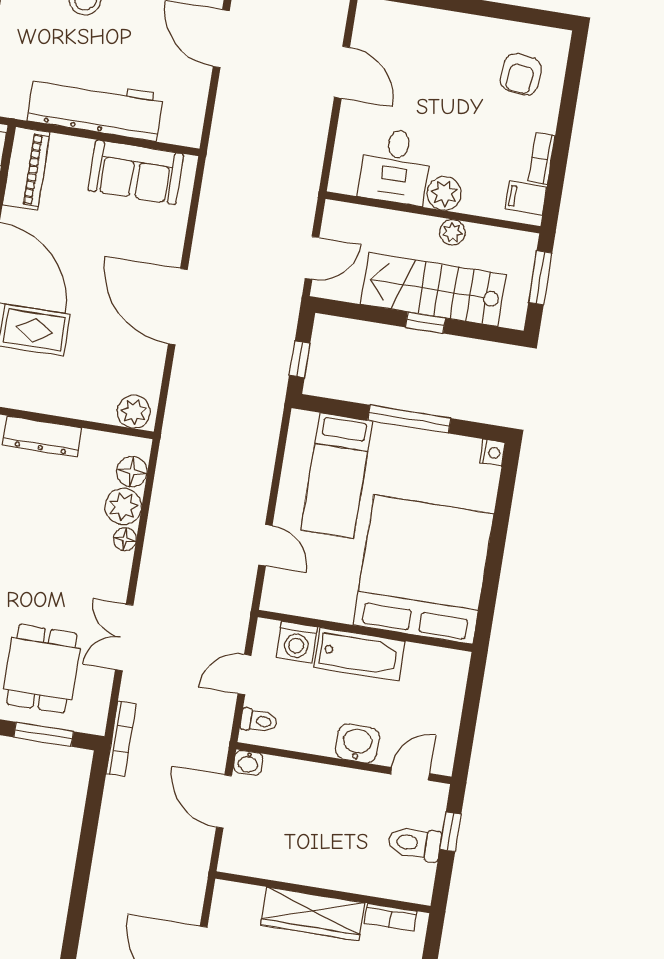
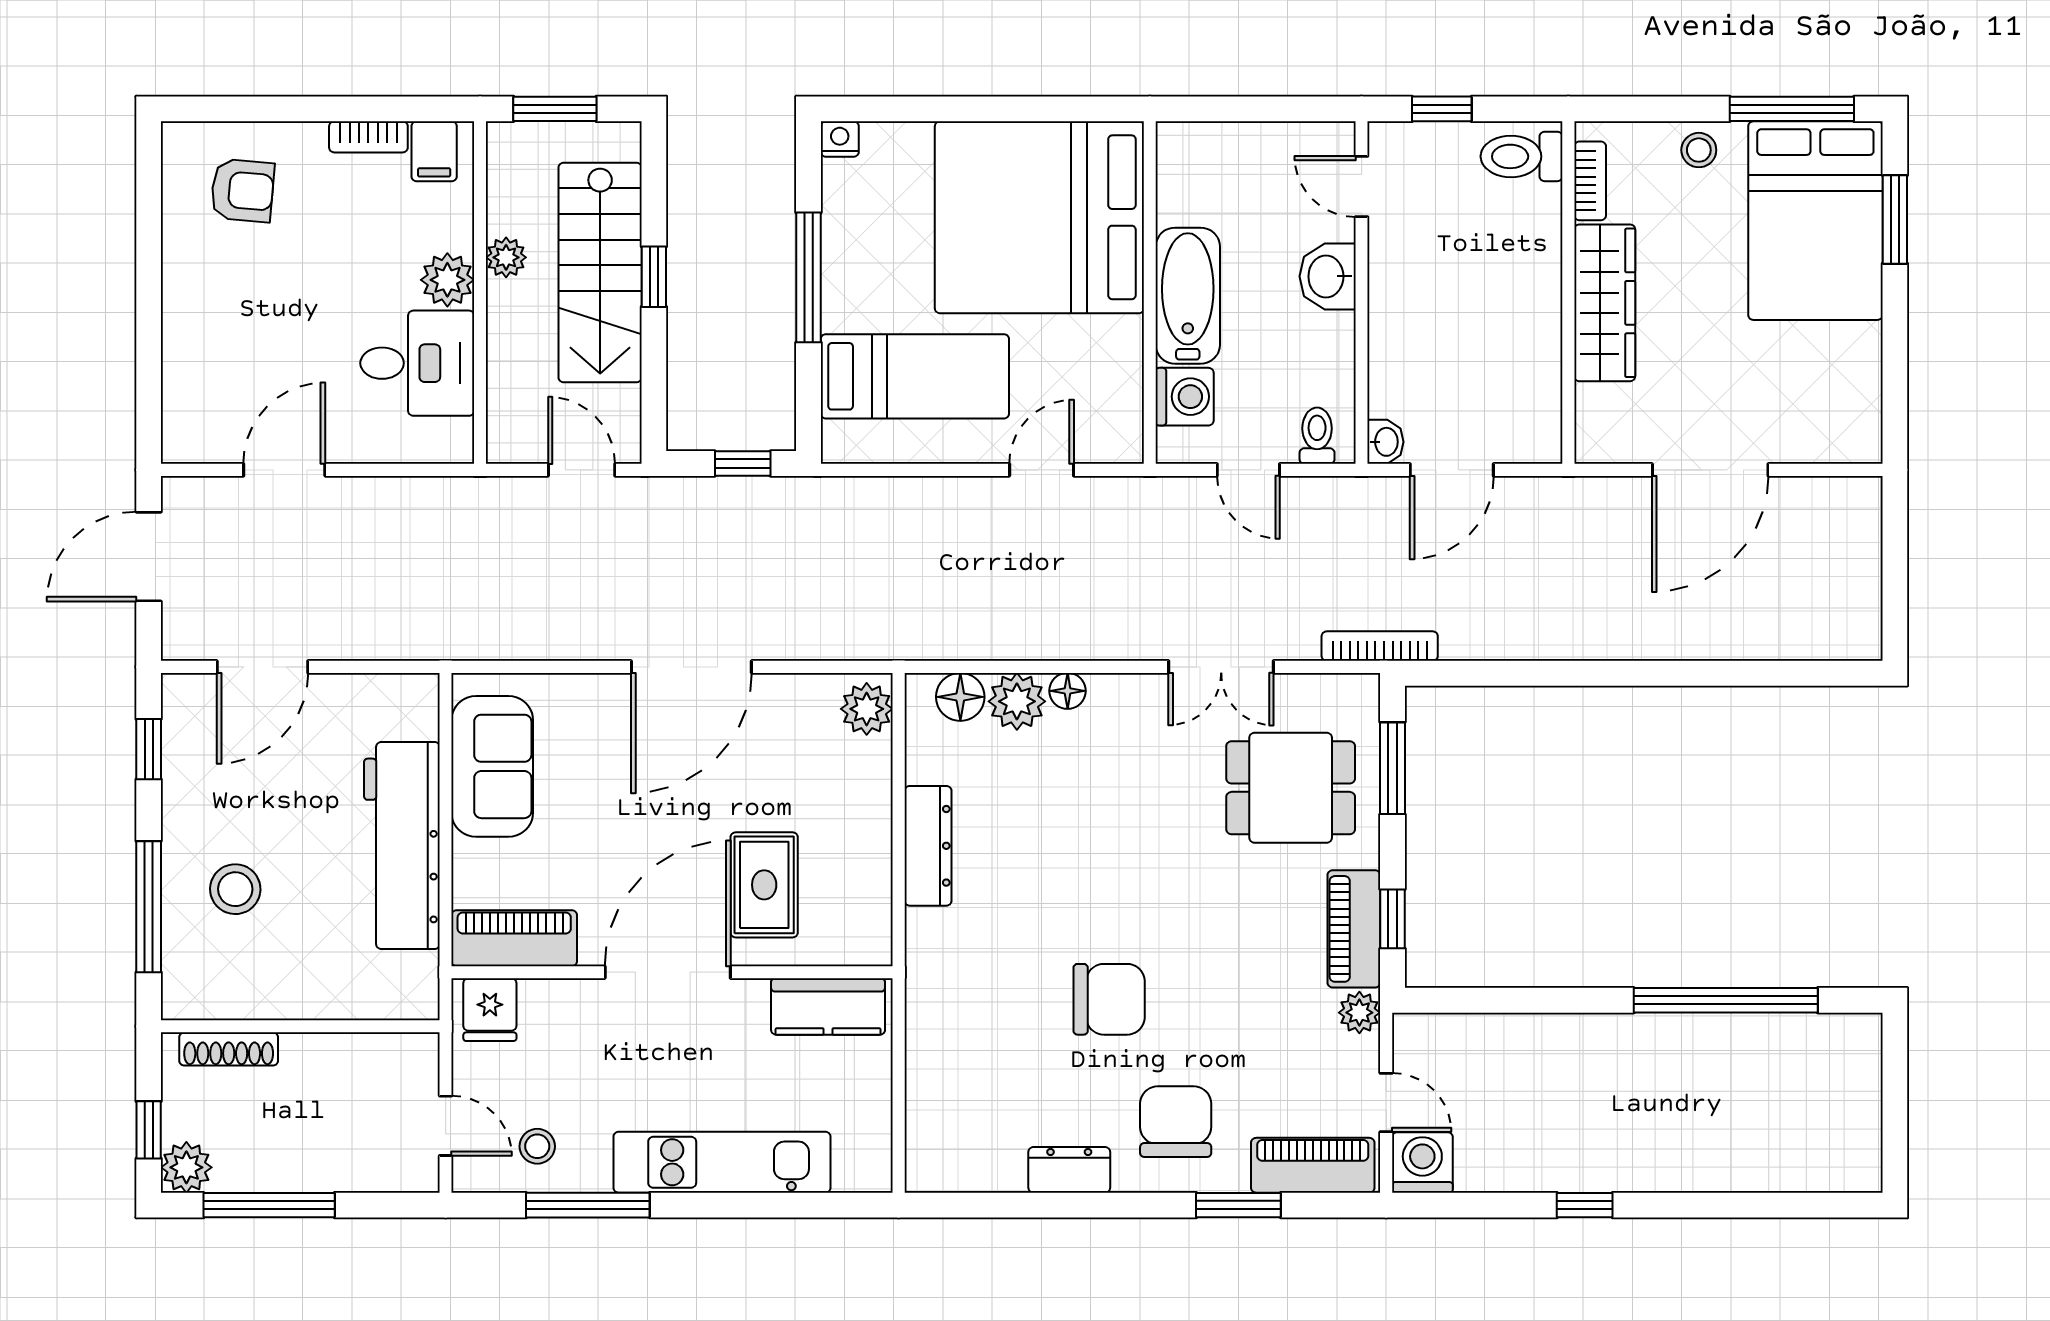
toilet: (414, 843) -> (1522, 156), moved, turned 90

